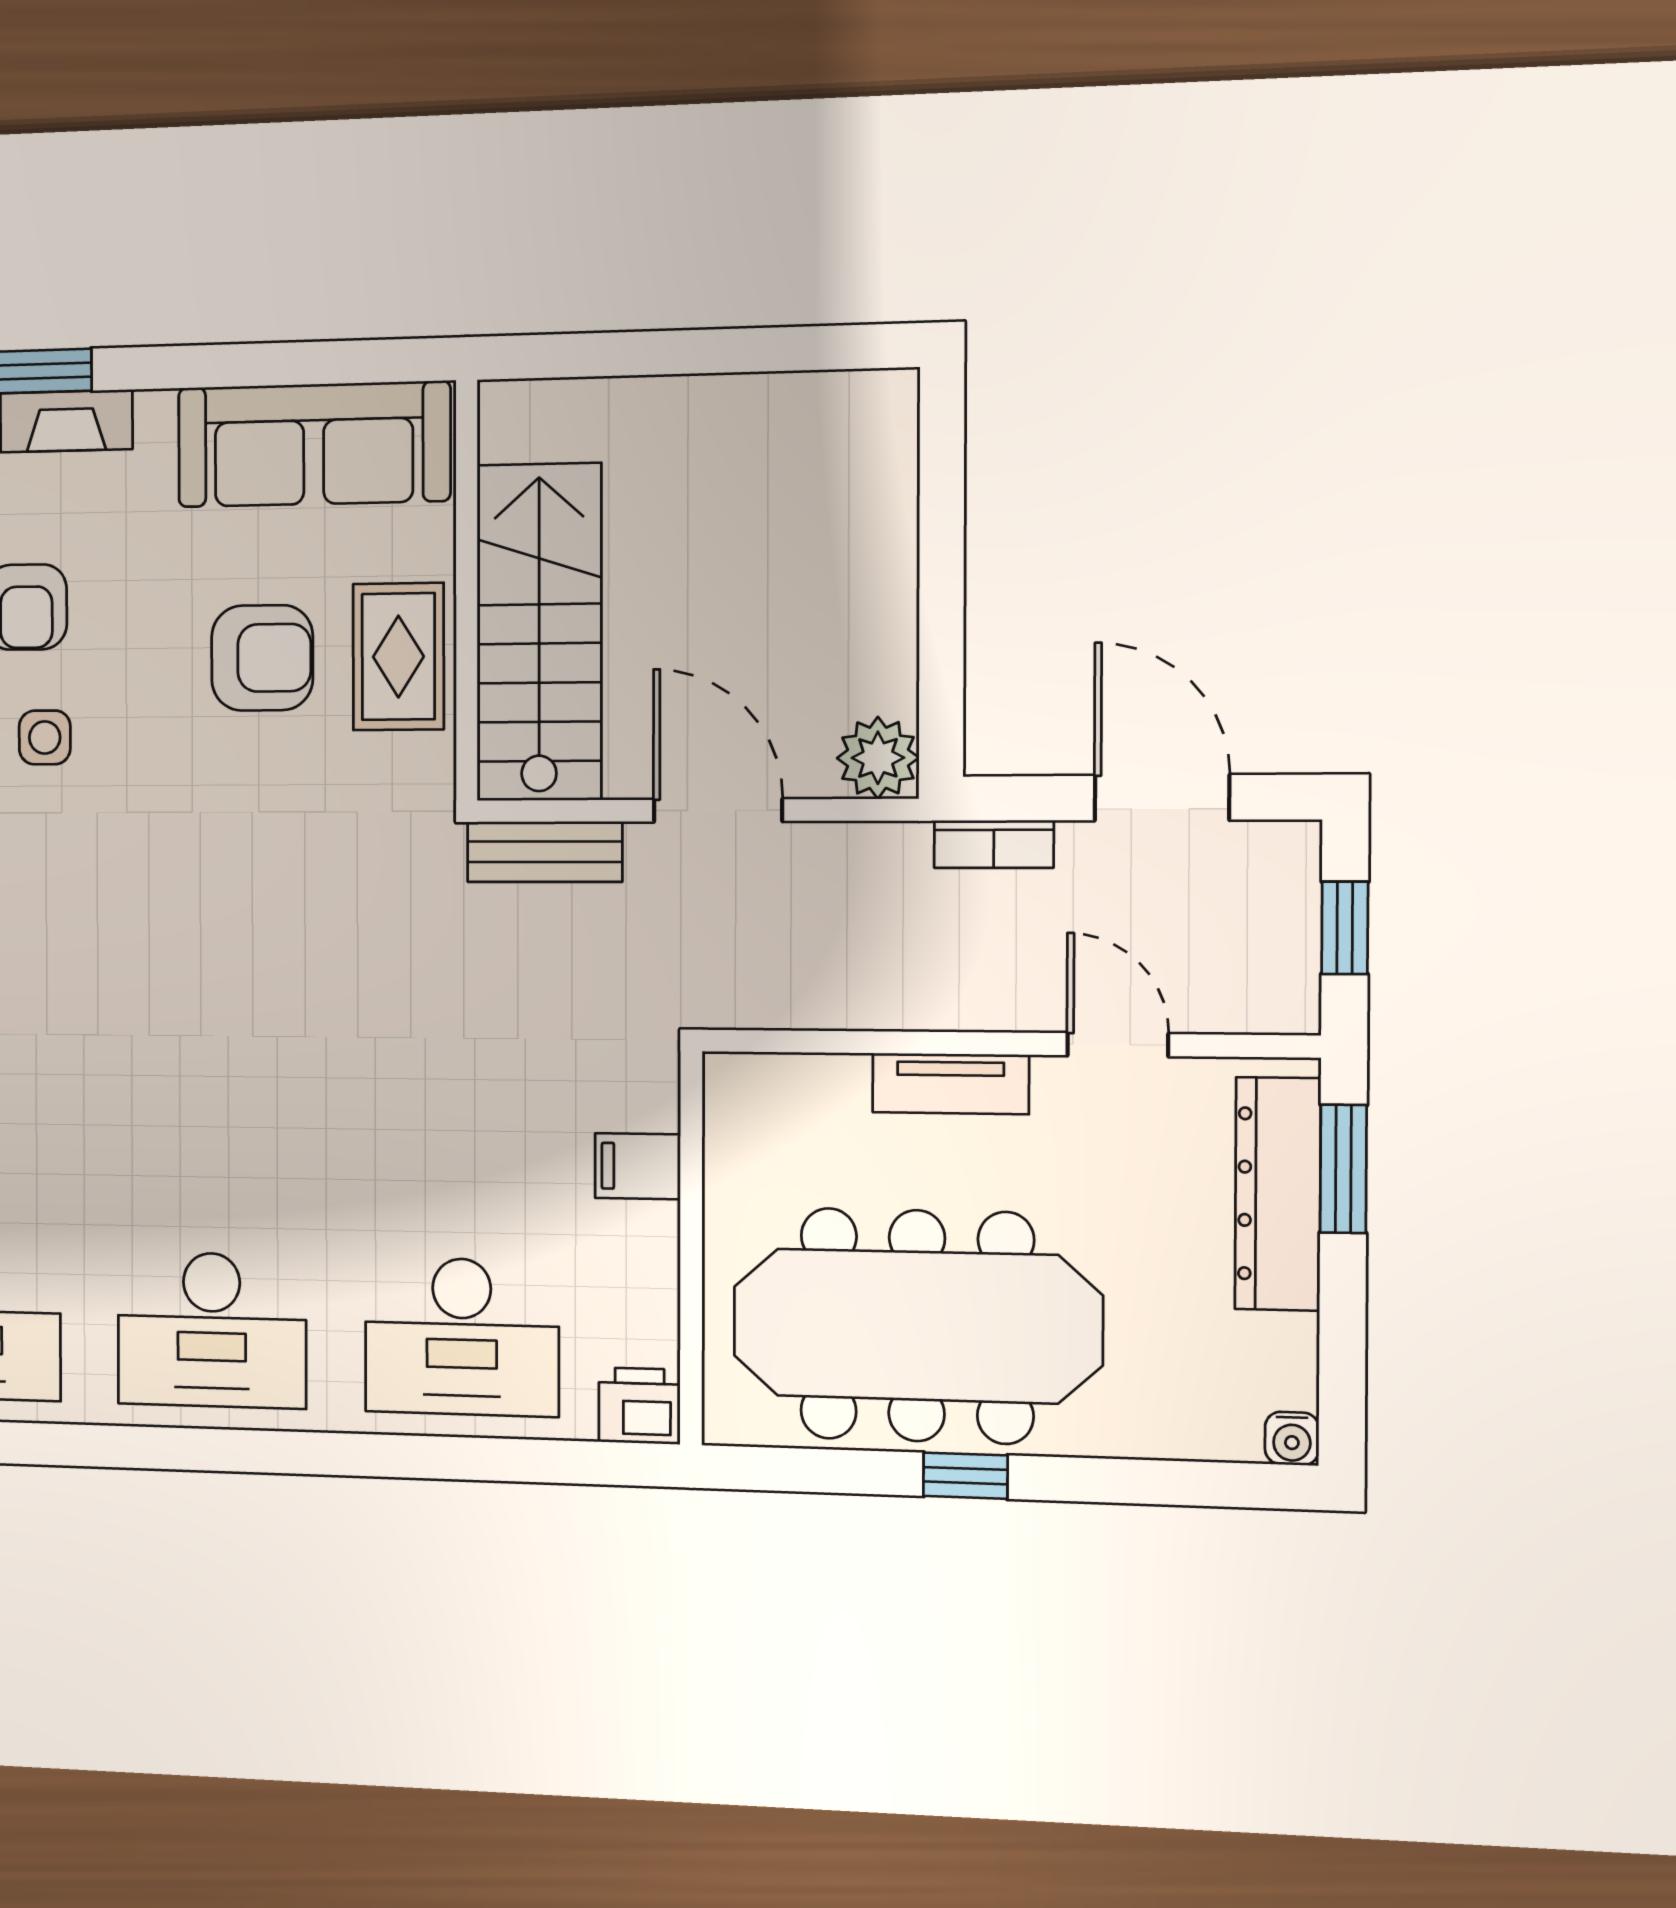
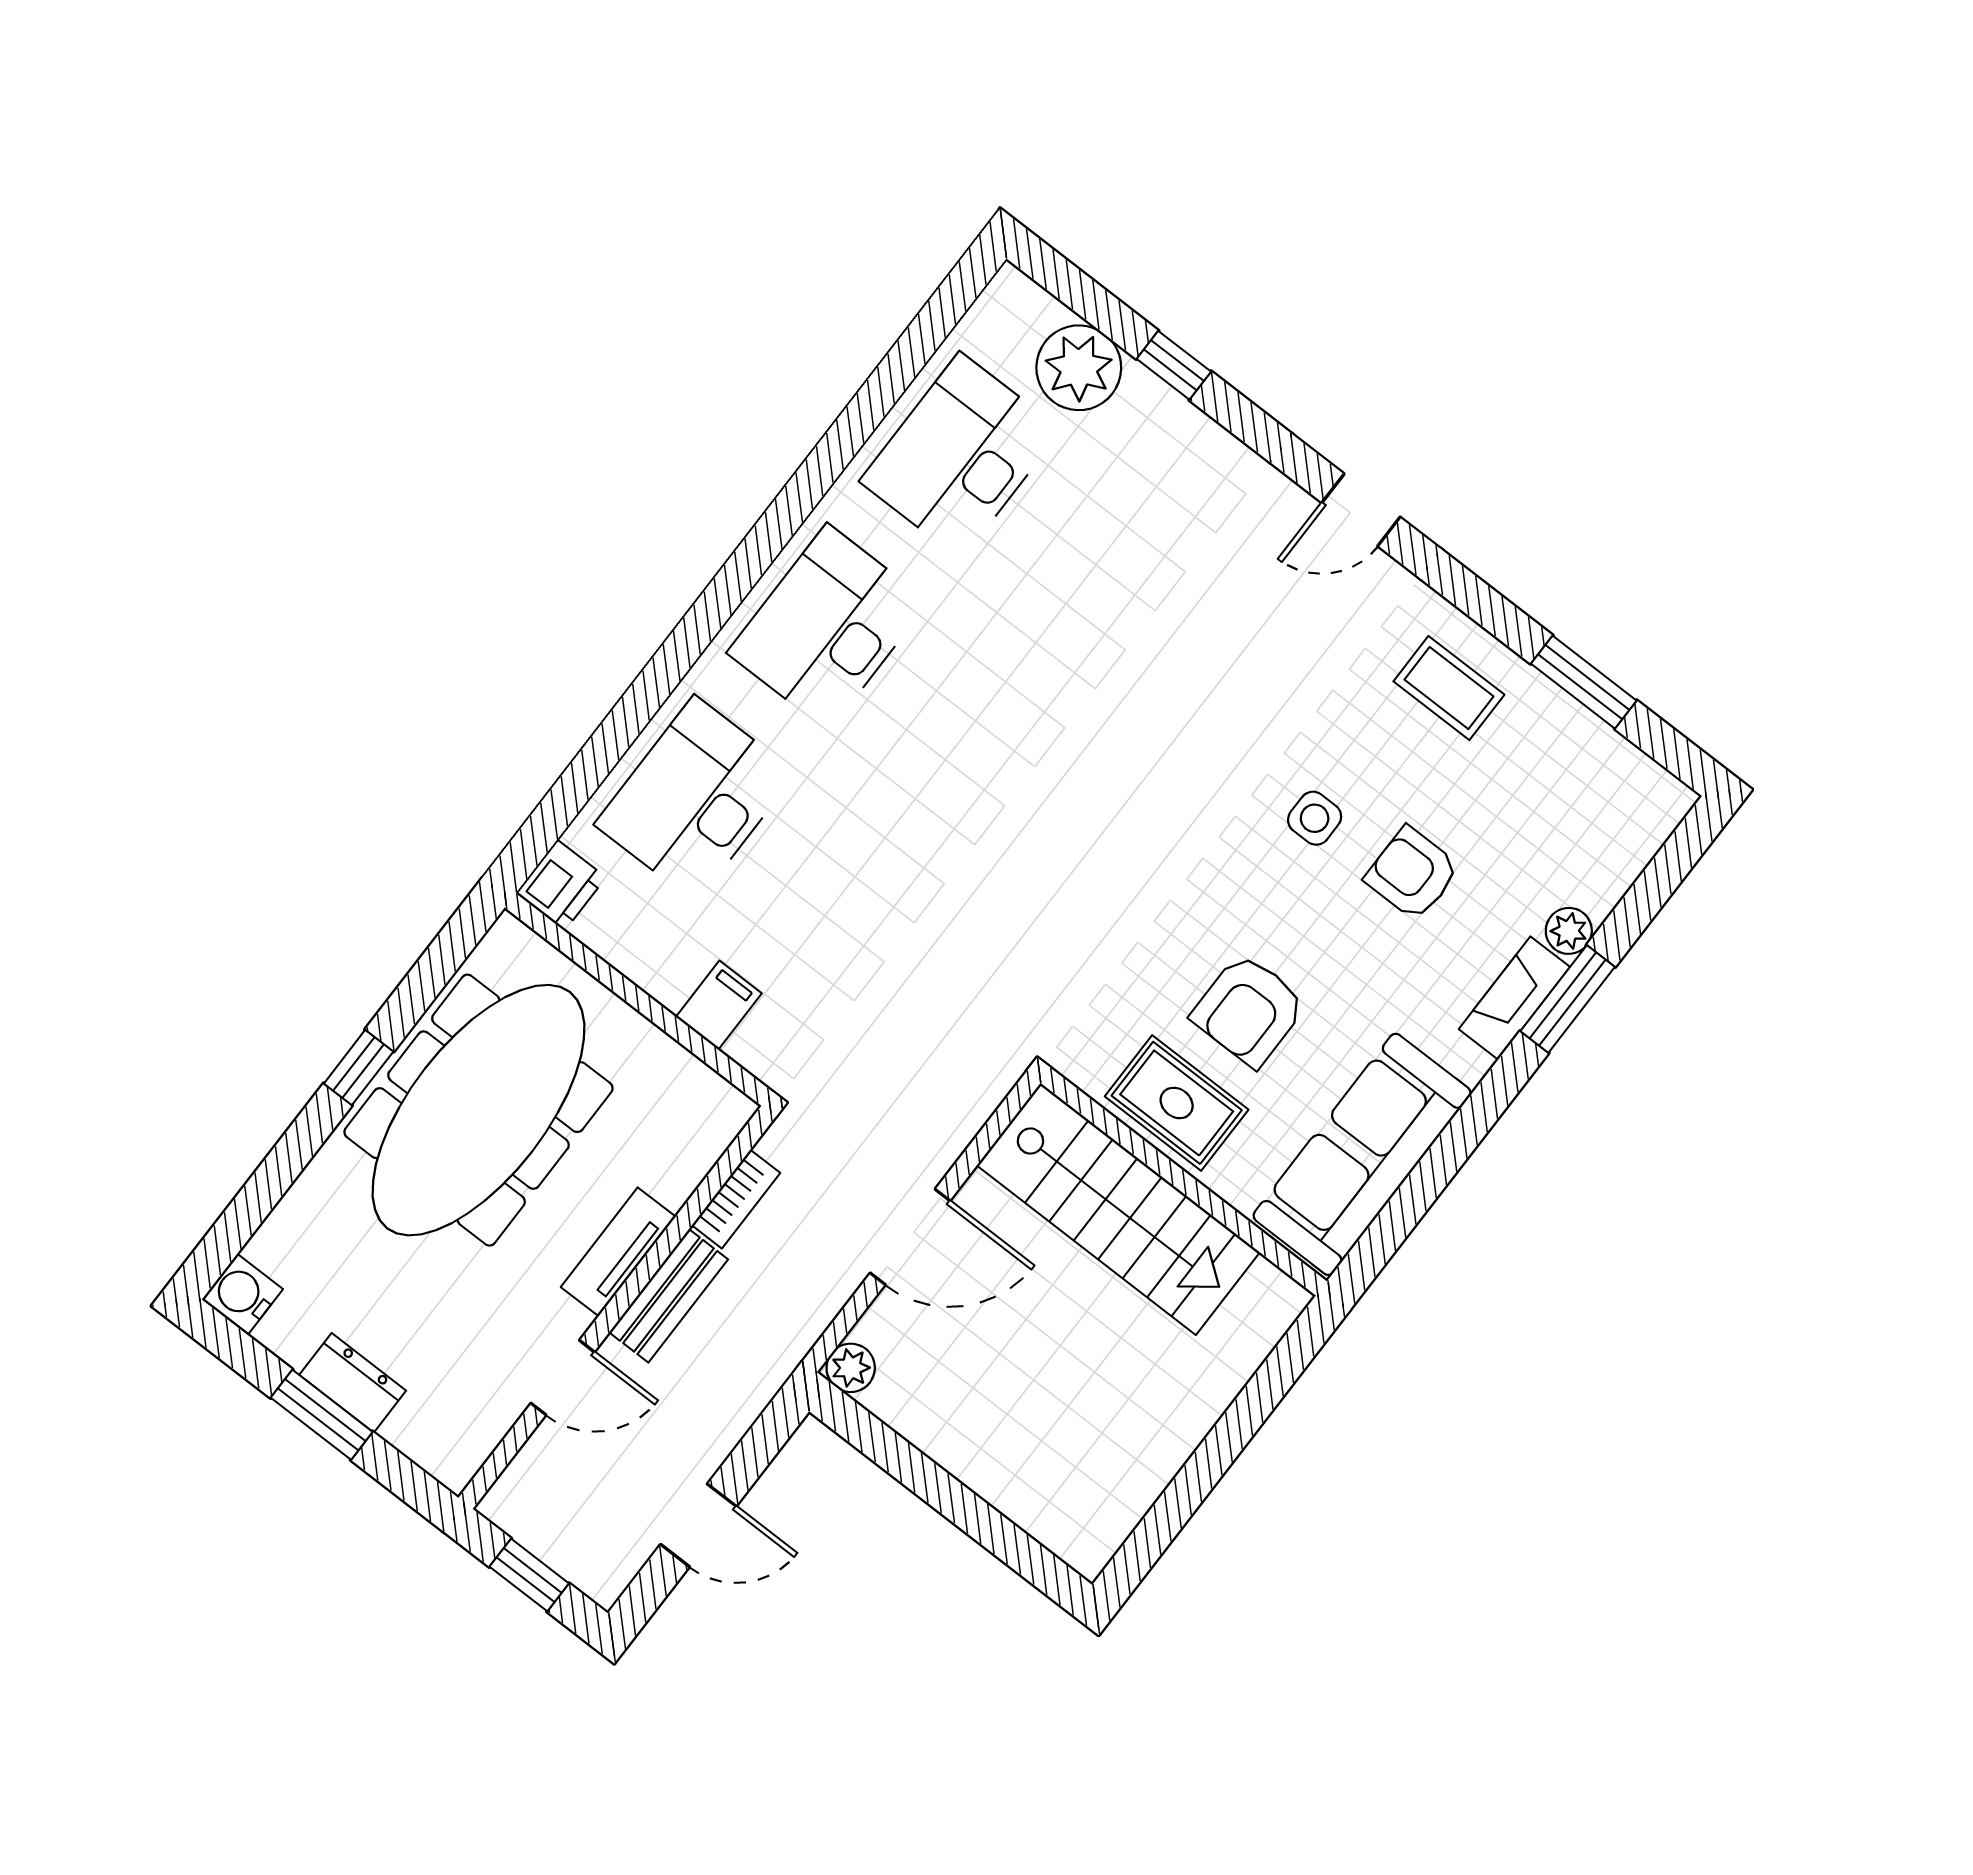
plant: (878, 758) -> (851, 1368), width x0.73, depth x0.73
door: (1162, 798) -> (698, 1525), width x0.73
bookcase: (994, 844) -> (736, 1199), moved, turned 180
bench: (545, 852) -> (669, 1296), moved
window: (1343, 1169) -> (322, 1415), moved
dresser: (1278, 1194) -> (353, 1383), width x0.51, depth x0.80
water cooler: (1292, 1438) -> (242, 1294), width x1.38, depth x1.38

